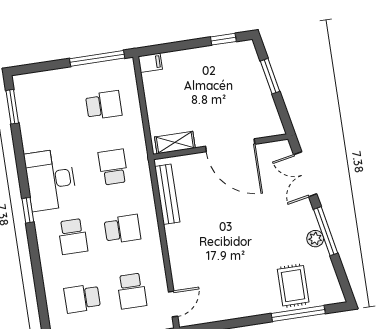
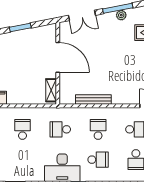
door: (230, 145) -> (58, 57), hinge flipped
bench: (167, 194) -> (93, 100), moved

